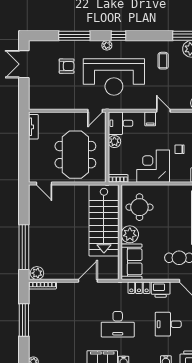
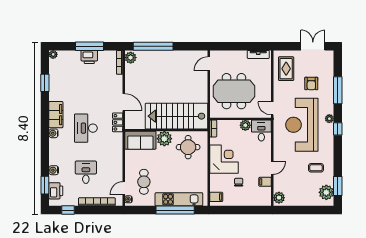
rug: (50, 95) -> (286, 69), added
filing cabinet: (150, 119) -> (265, 182), moved
locker: (139, 288) -> (118, 122), moved
printer: (161, 290) -> (89, 57), moved, turned -90

